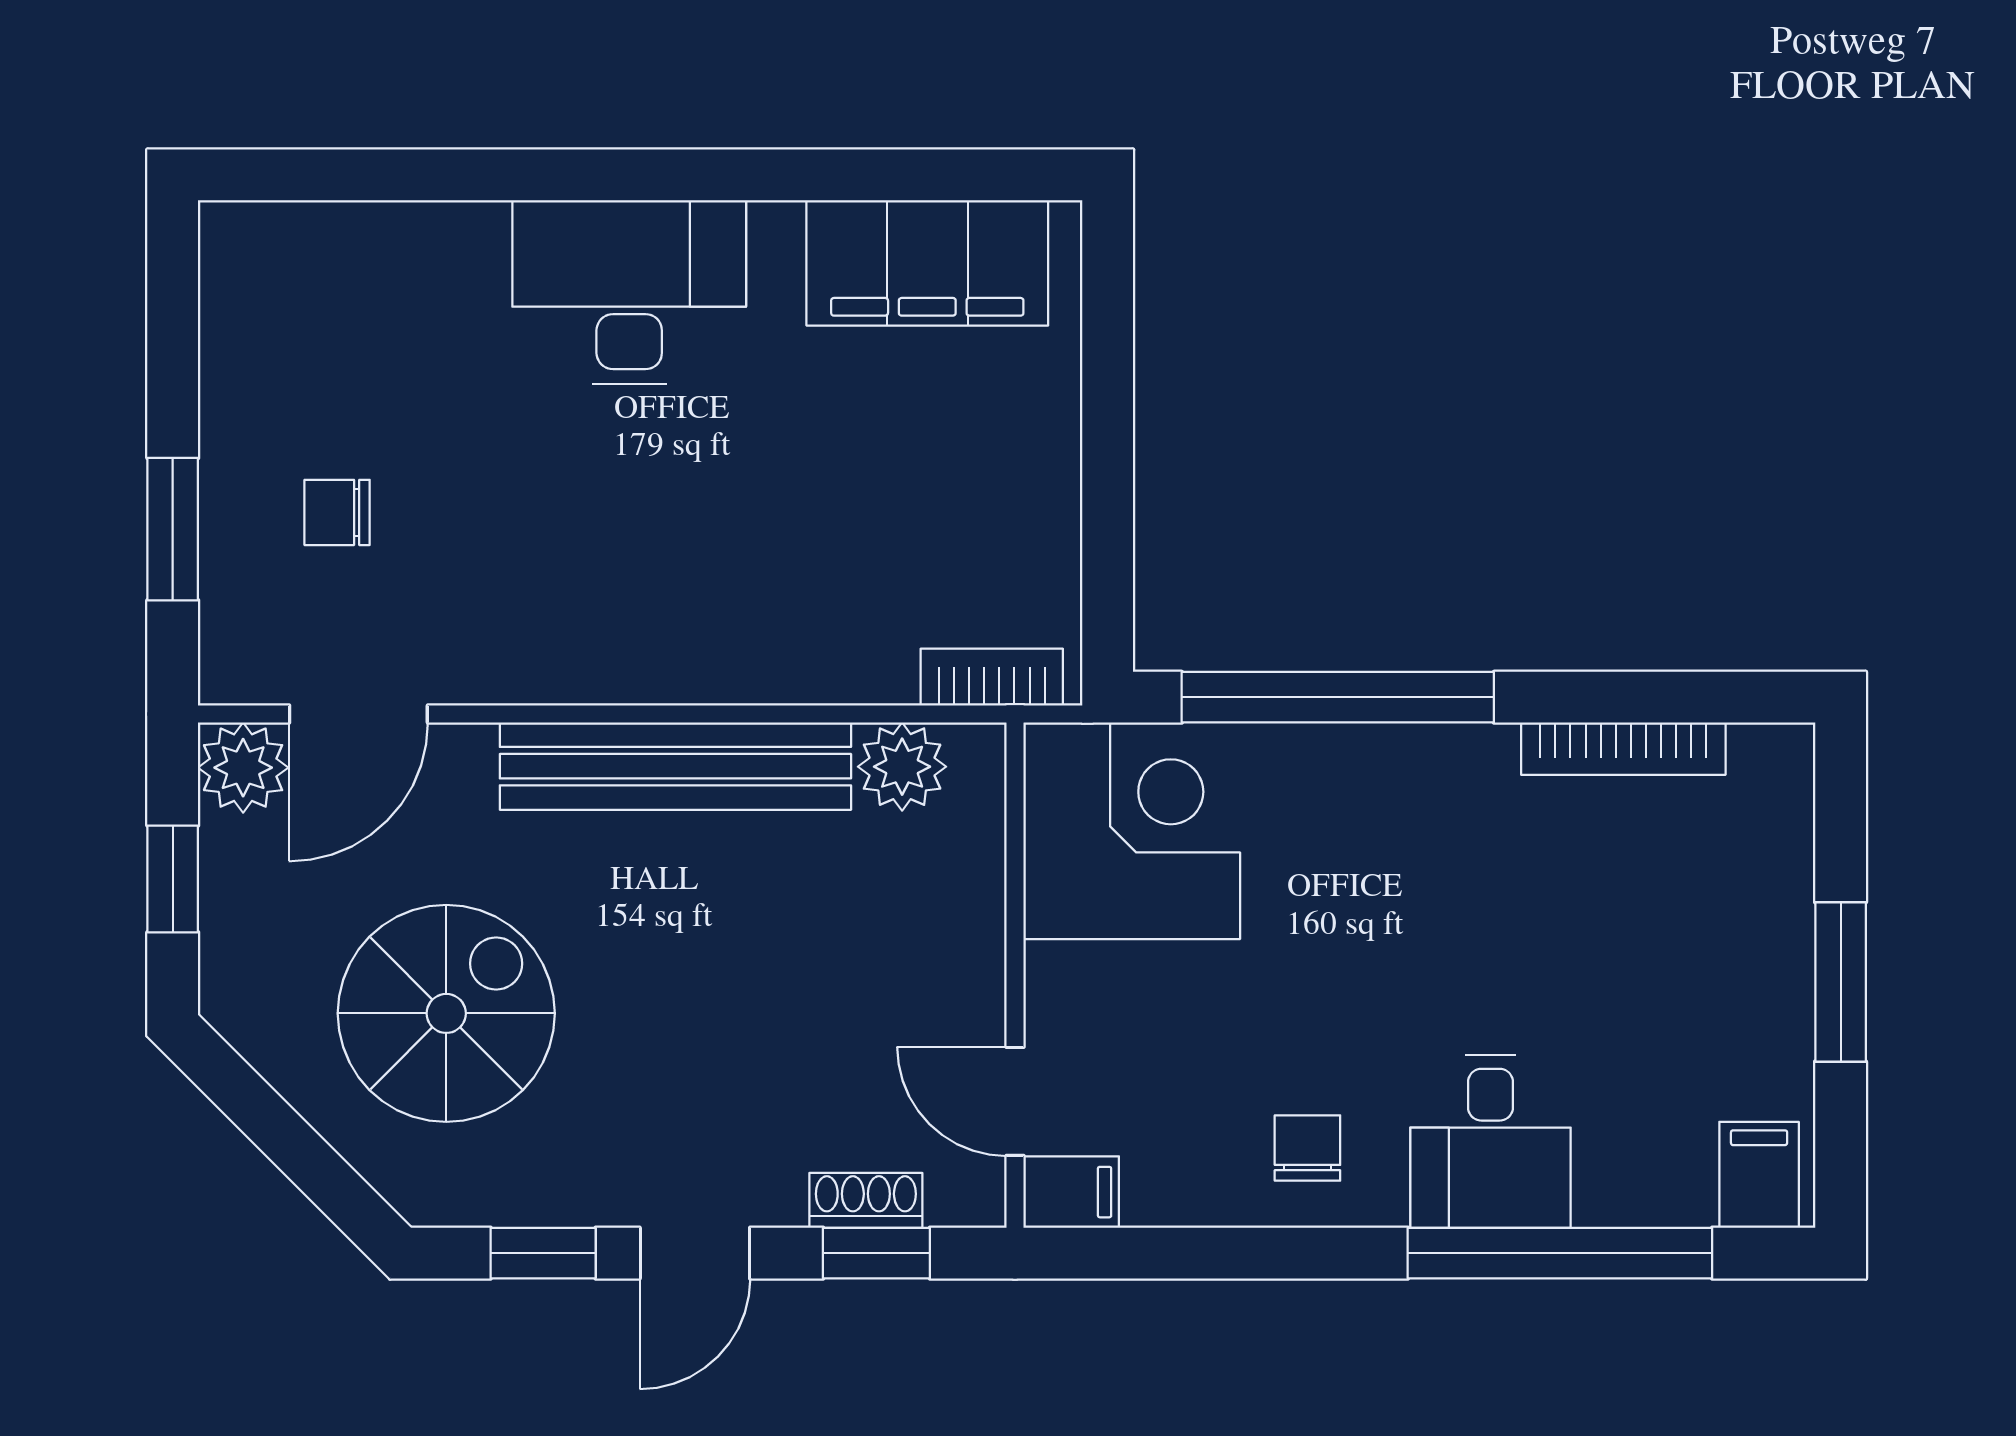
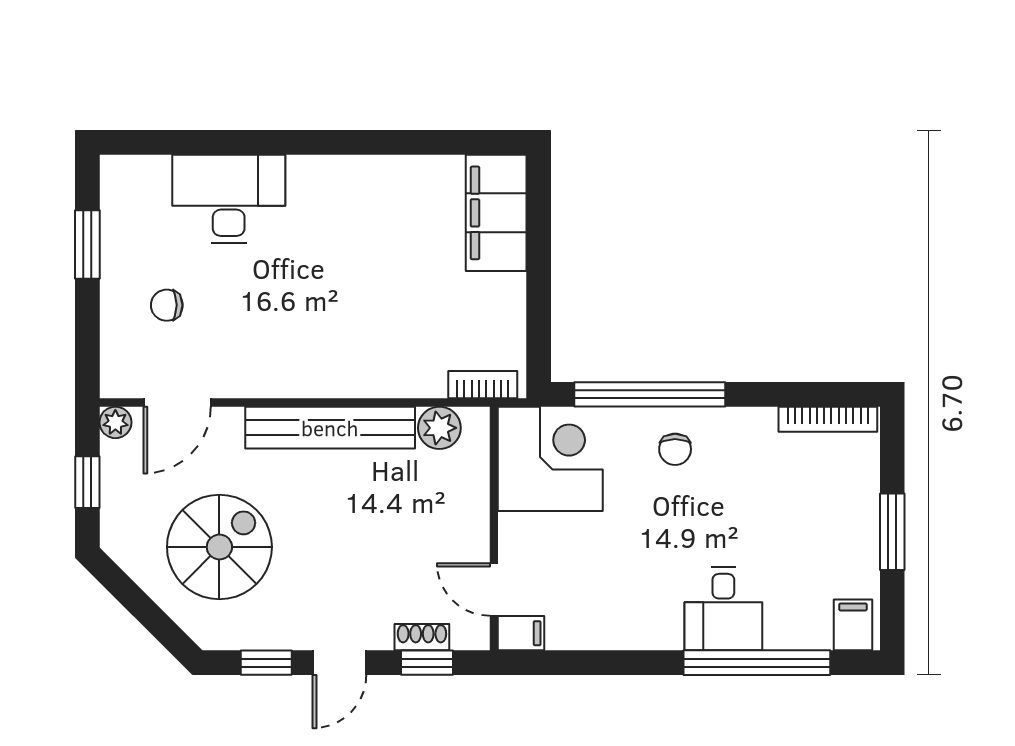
filing cabinet: (927, 263) -> (496, 213), moved, turned 90
desk: (629, 292) -> (229, 199), moved
window: (173, 529) -> (87, 244), moved
bookcase: (1623, 749) -> (828, 419), moved
plant: (243, 768) -> (115, 422), width x0.73, depth x0.73
chair: (1307, 1148) -> (675, 449), moved, turned 180

